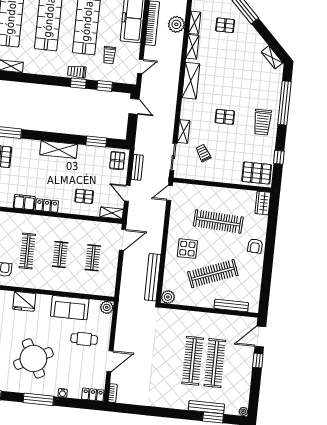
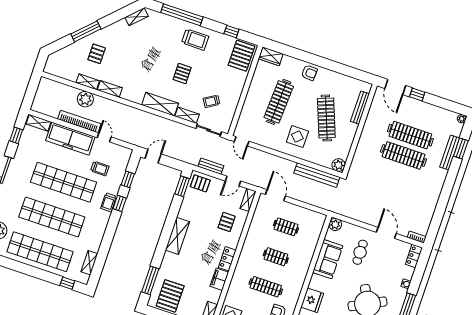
door: (140, 66) -> (104, 137), moved
shelving: (191, 81) -> (160, 104), moved
window: (96, 141) -> (182, 186), moved

